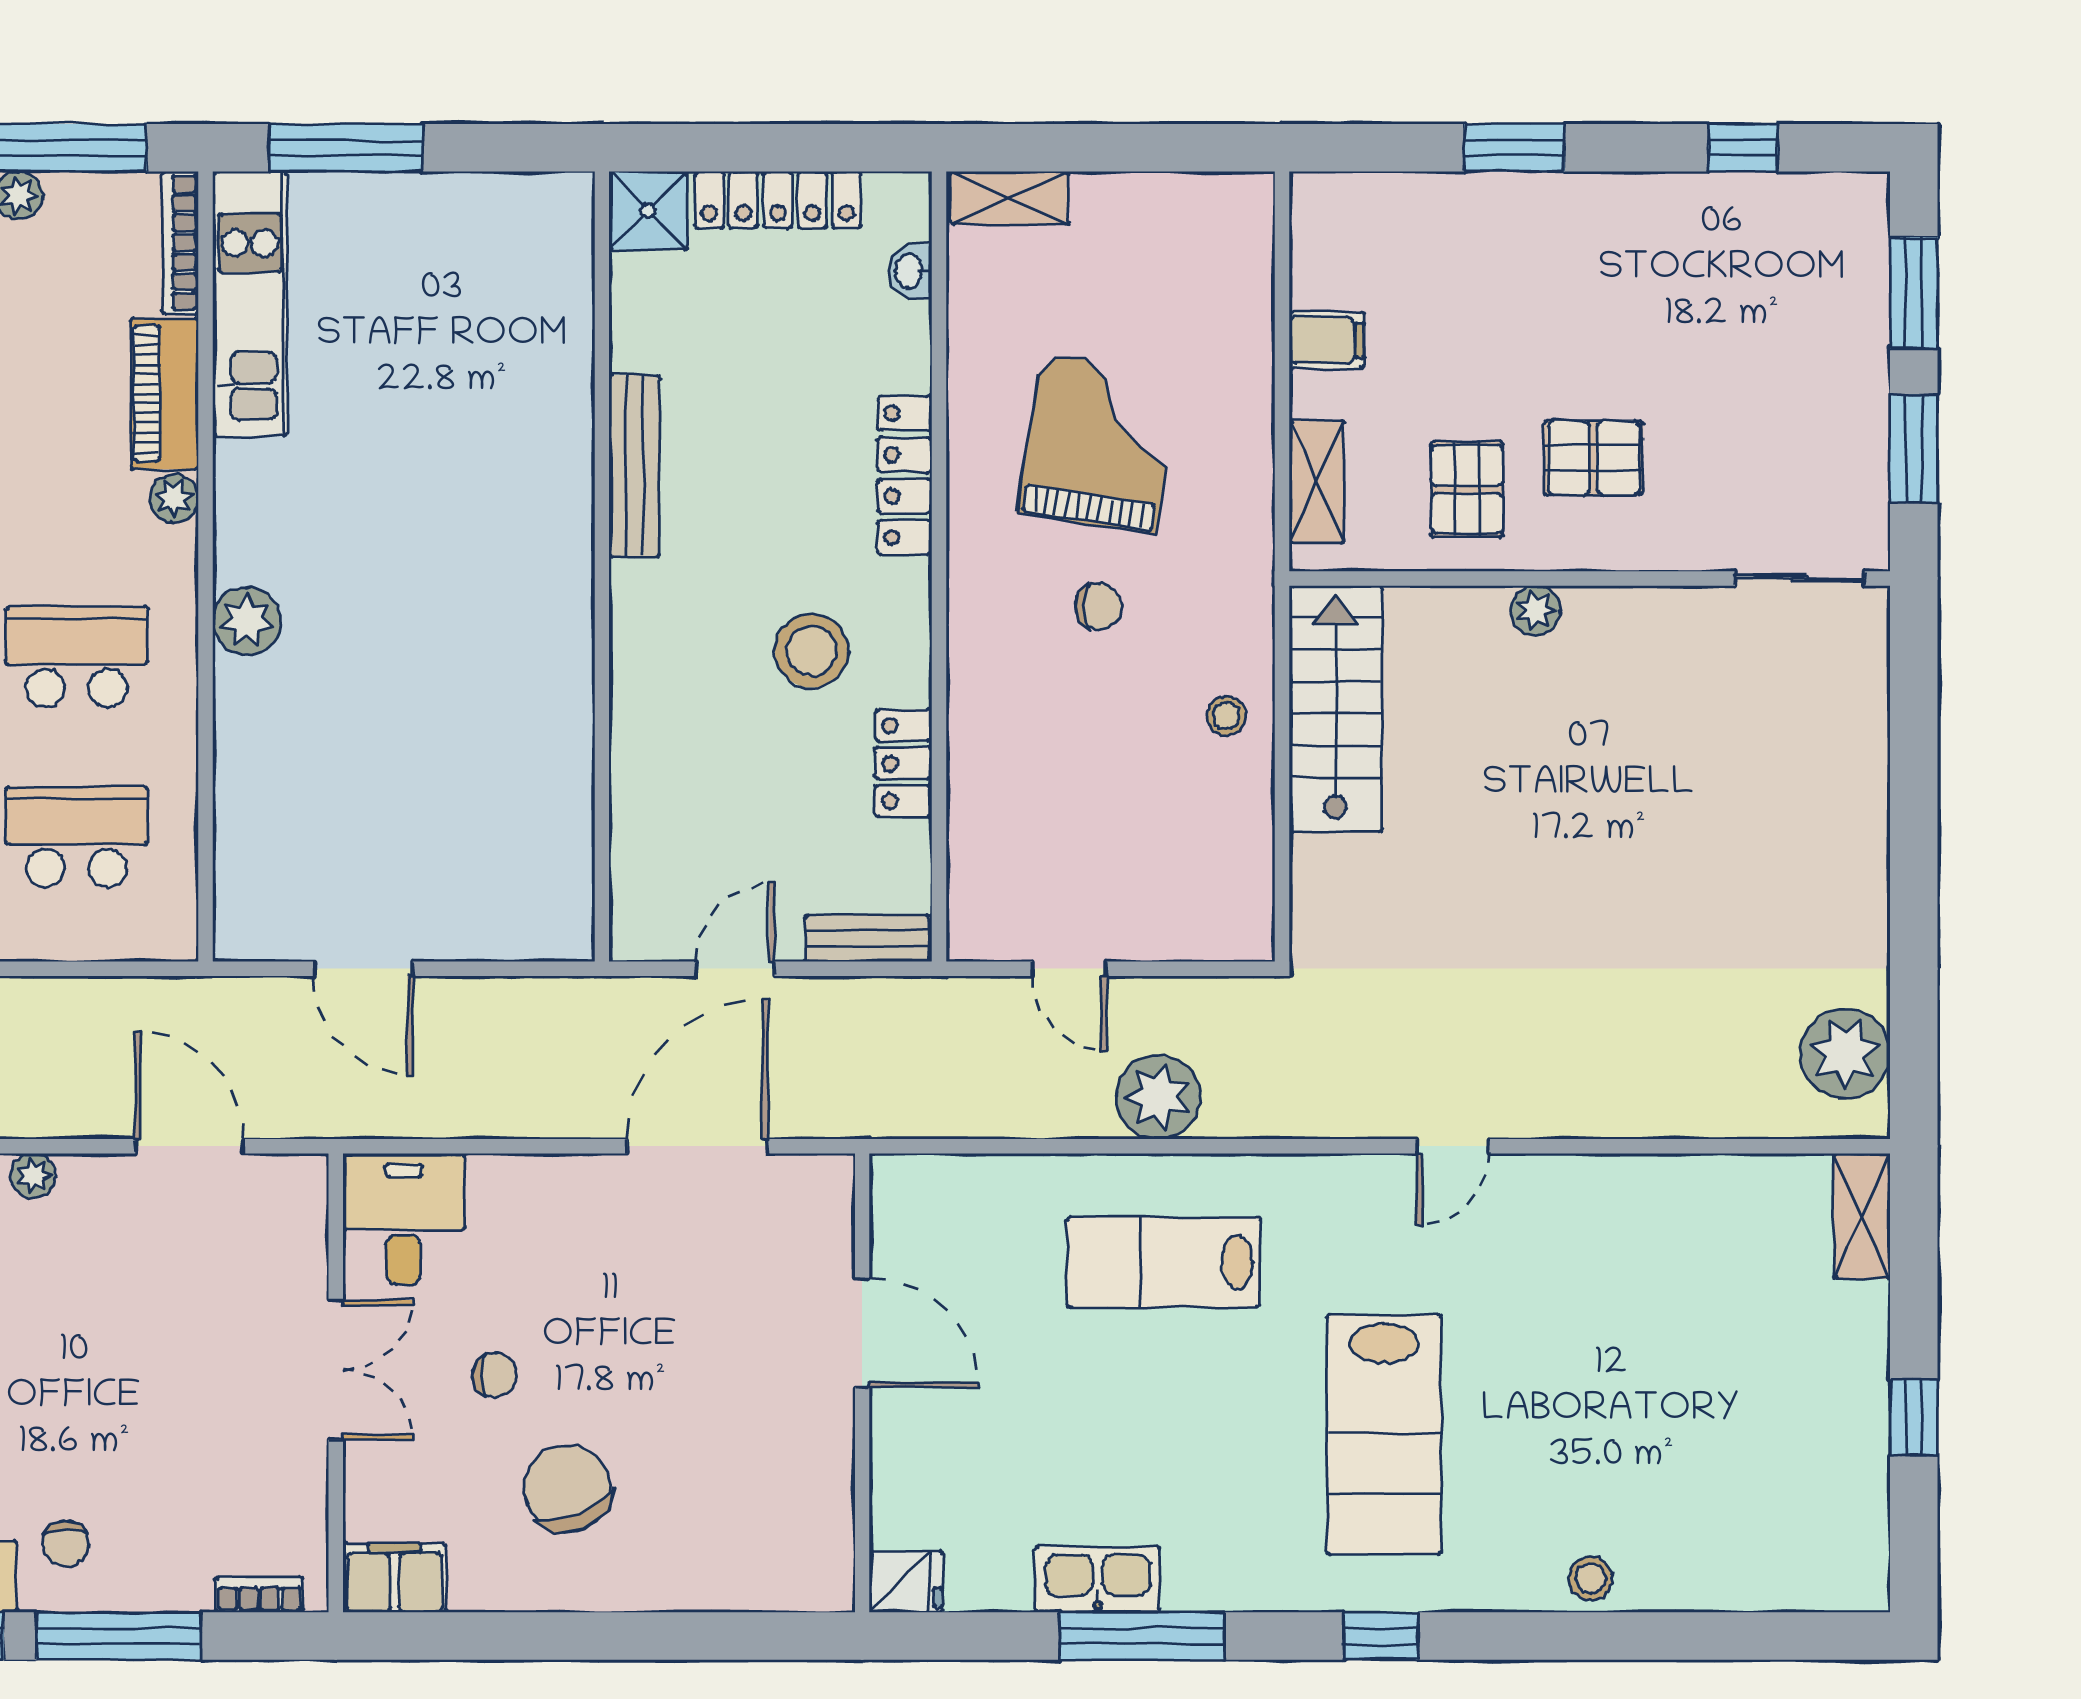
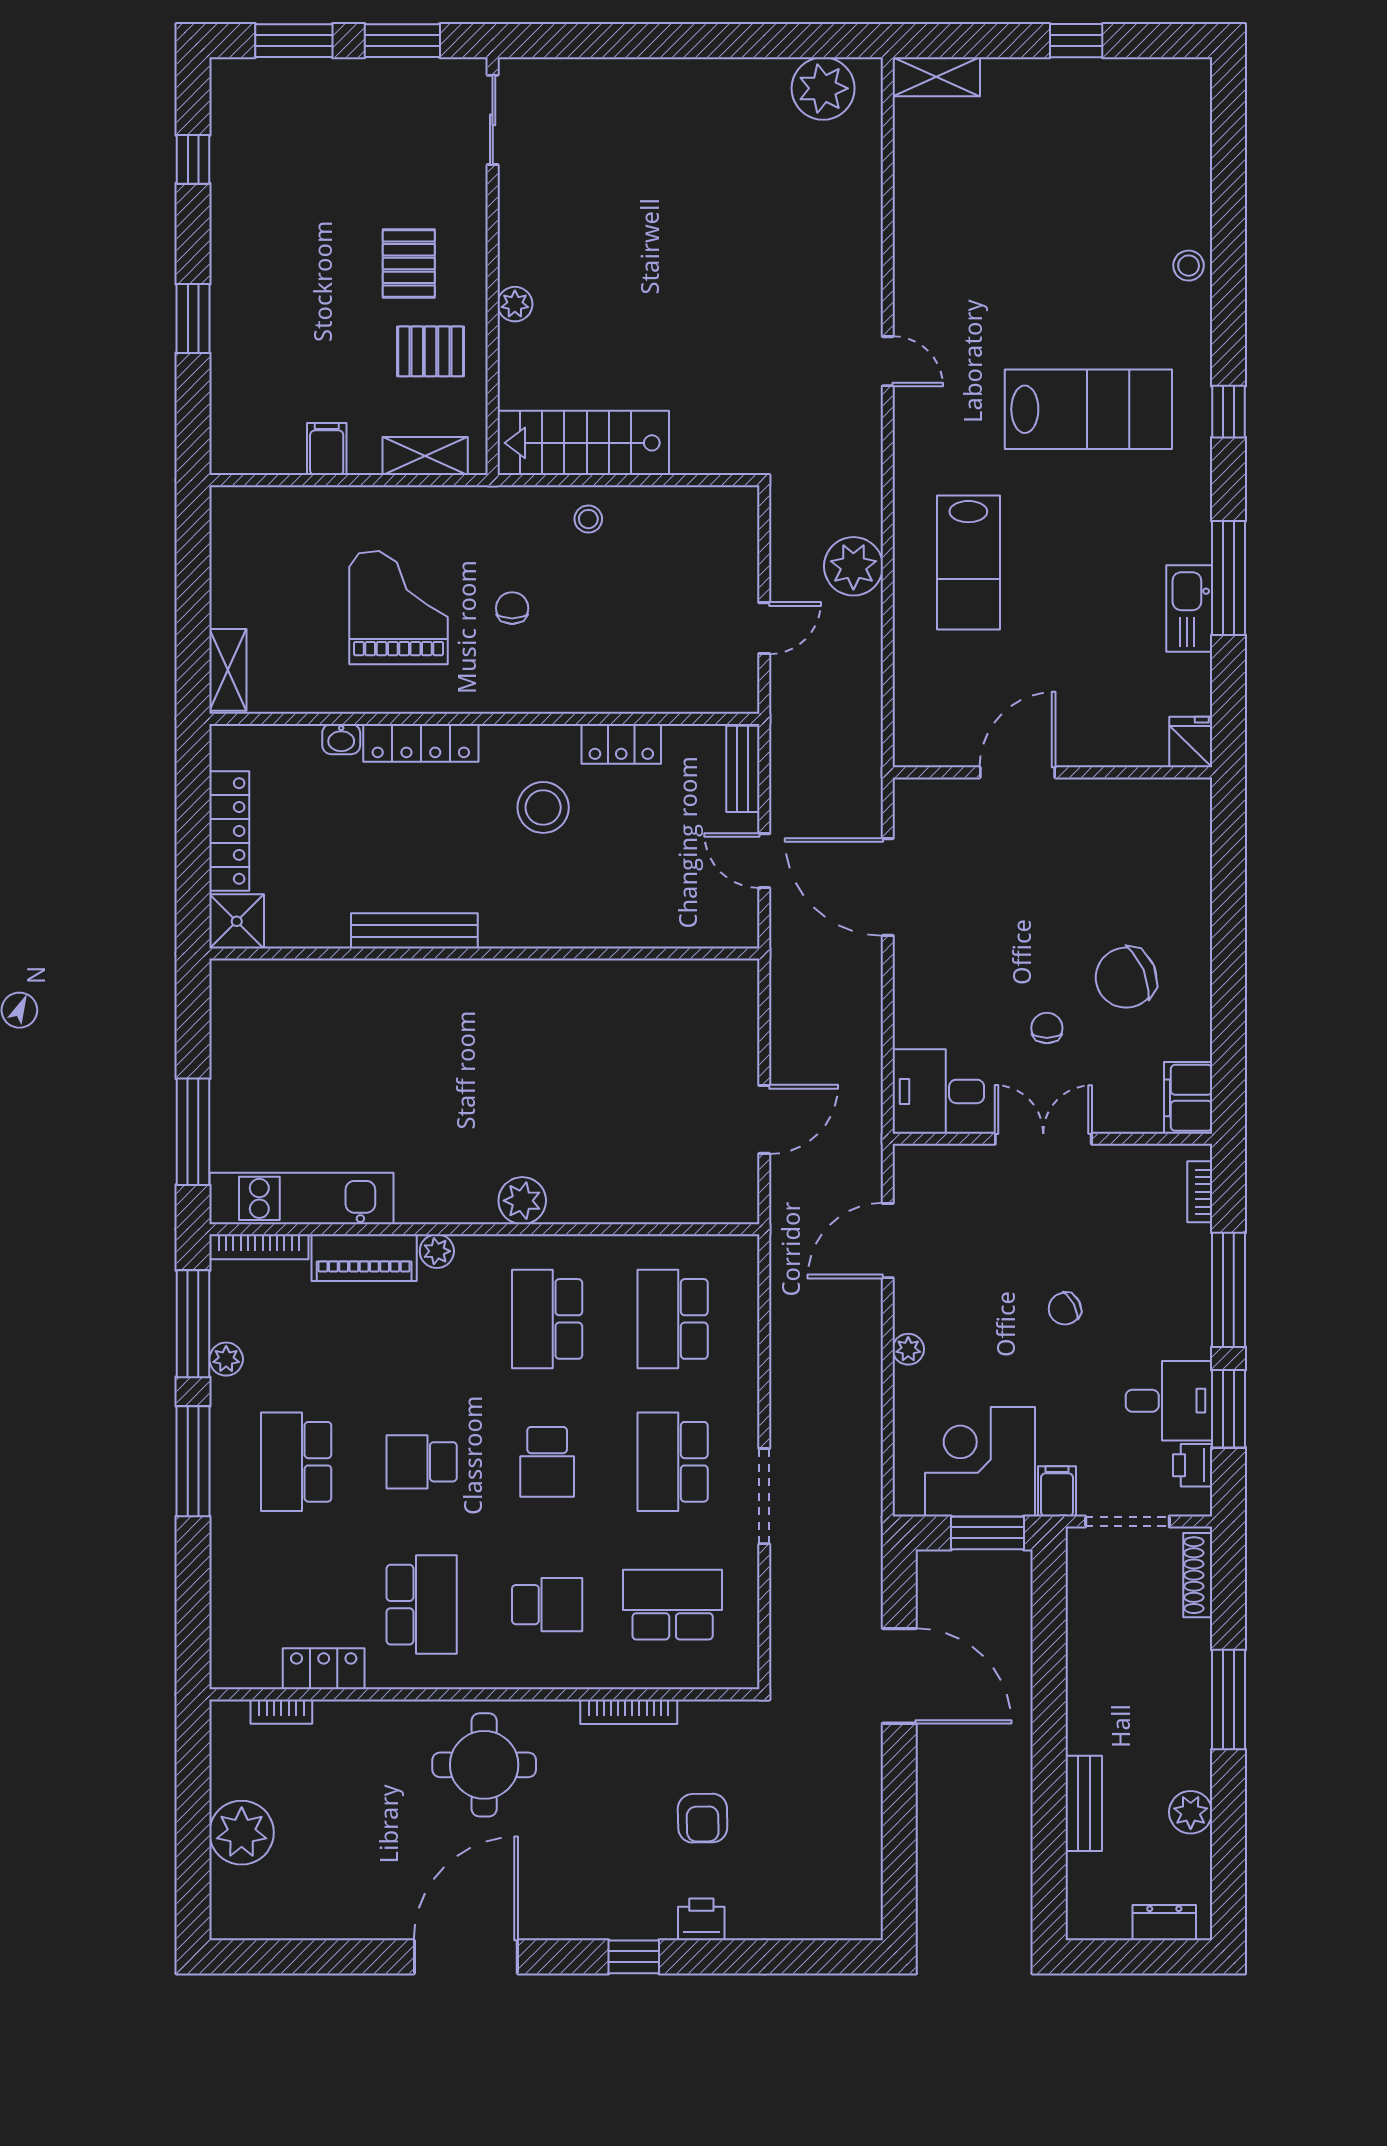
washbasin: (910, 271) -> (341, 739), moved
grand piano: (1099, 443) -> (399, 608), turned 81
chair: (66, 1544) -> (1065, 1309), moved, turned 152

